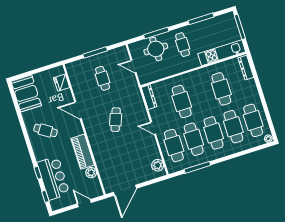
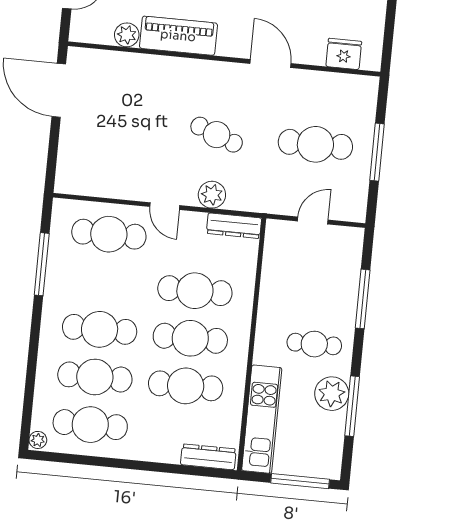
plant: (199, 29) -> (332, 394), added
round table: (156, 49) -> (329, 283), removed
cafe table: (103, 78) -> (315, 144), width x1.37, depth x1.35
door: (78, 110) -> (270, 63), hinge flipped
door: (153, 128) -> (165, 206), swing flipped
cafe table: (194, 139) -> (190, 338), moved
plant: (158, 165) -> (212, 195), moved

